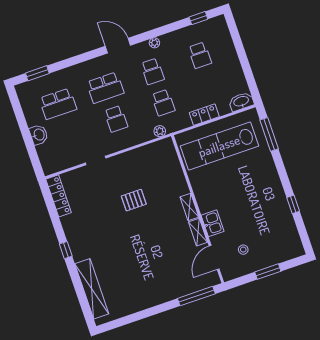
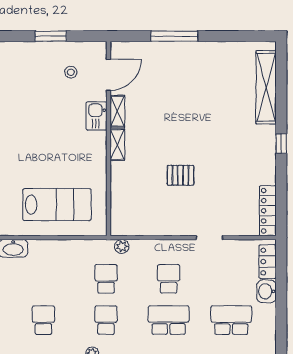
locker: (204, 115) -> (268, 262), moved, turned 90
lab bench: (219, 146) -> (57, 205), width x0.73
window: (196, 296) -> (174, 36), moved

